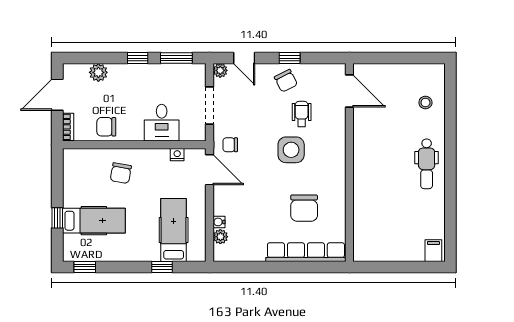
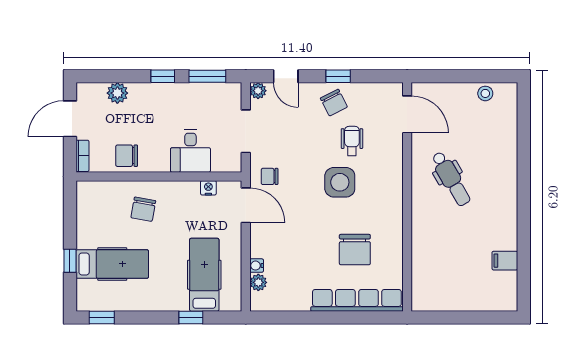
stool: (425, 103) -> (485, 93), moved
dental chair: (427, 164) -> (451, 179), moved, turned -30
filing cabinet: (433, 251) -> (505, 261), moved, turned -90

